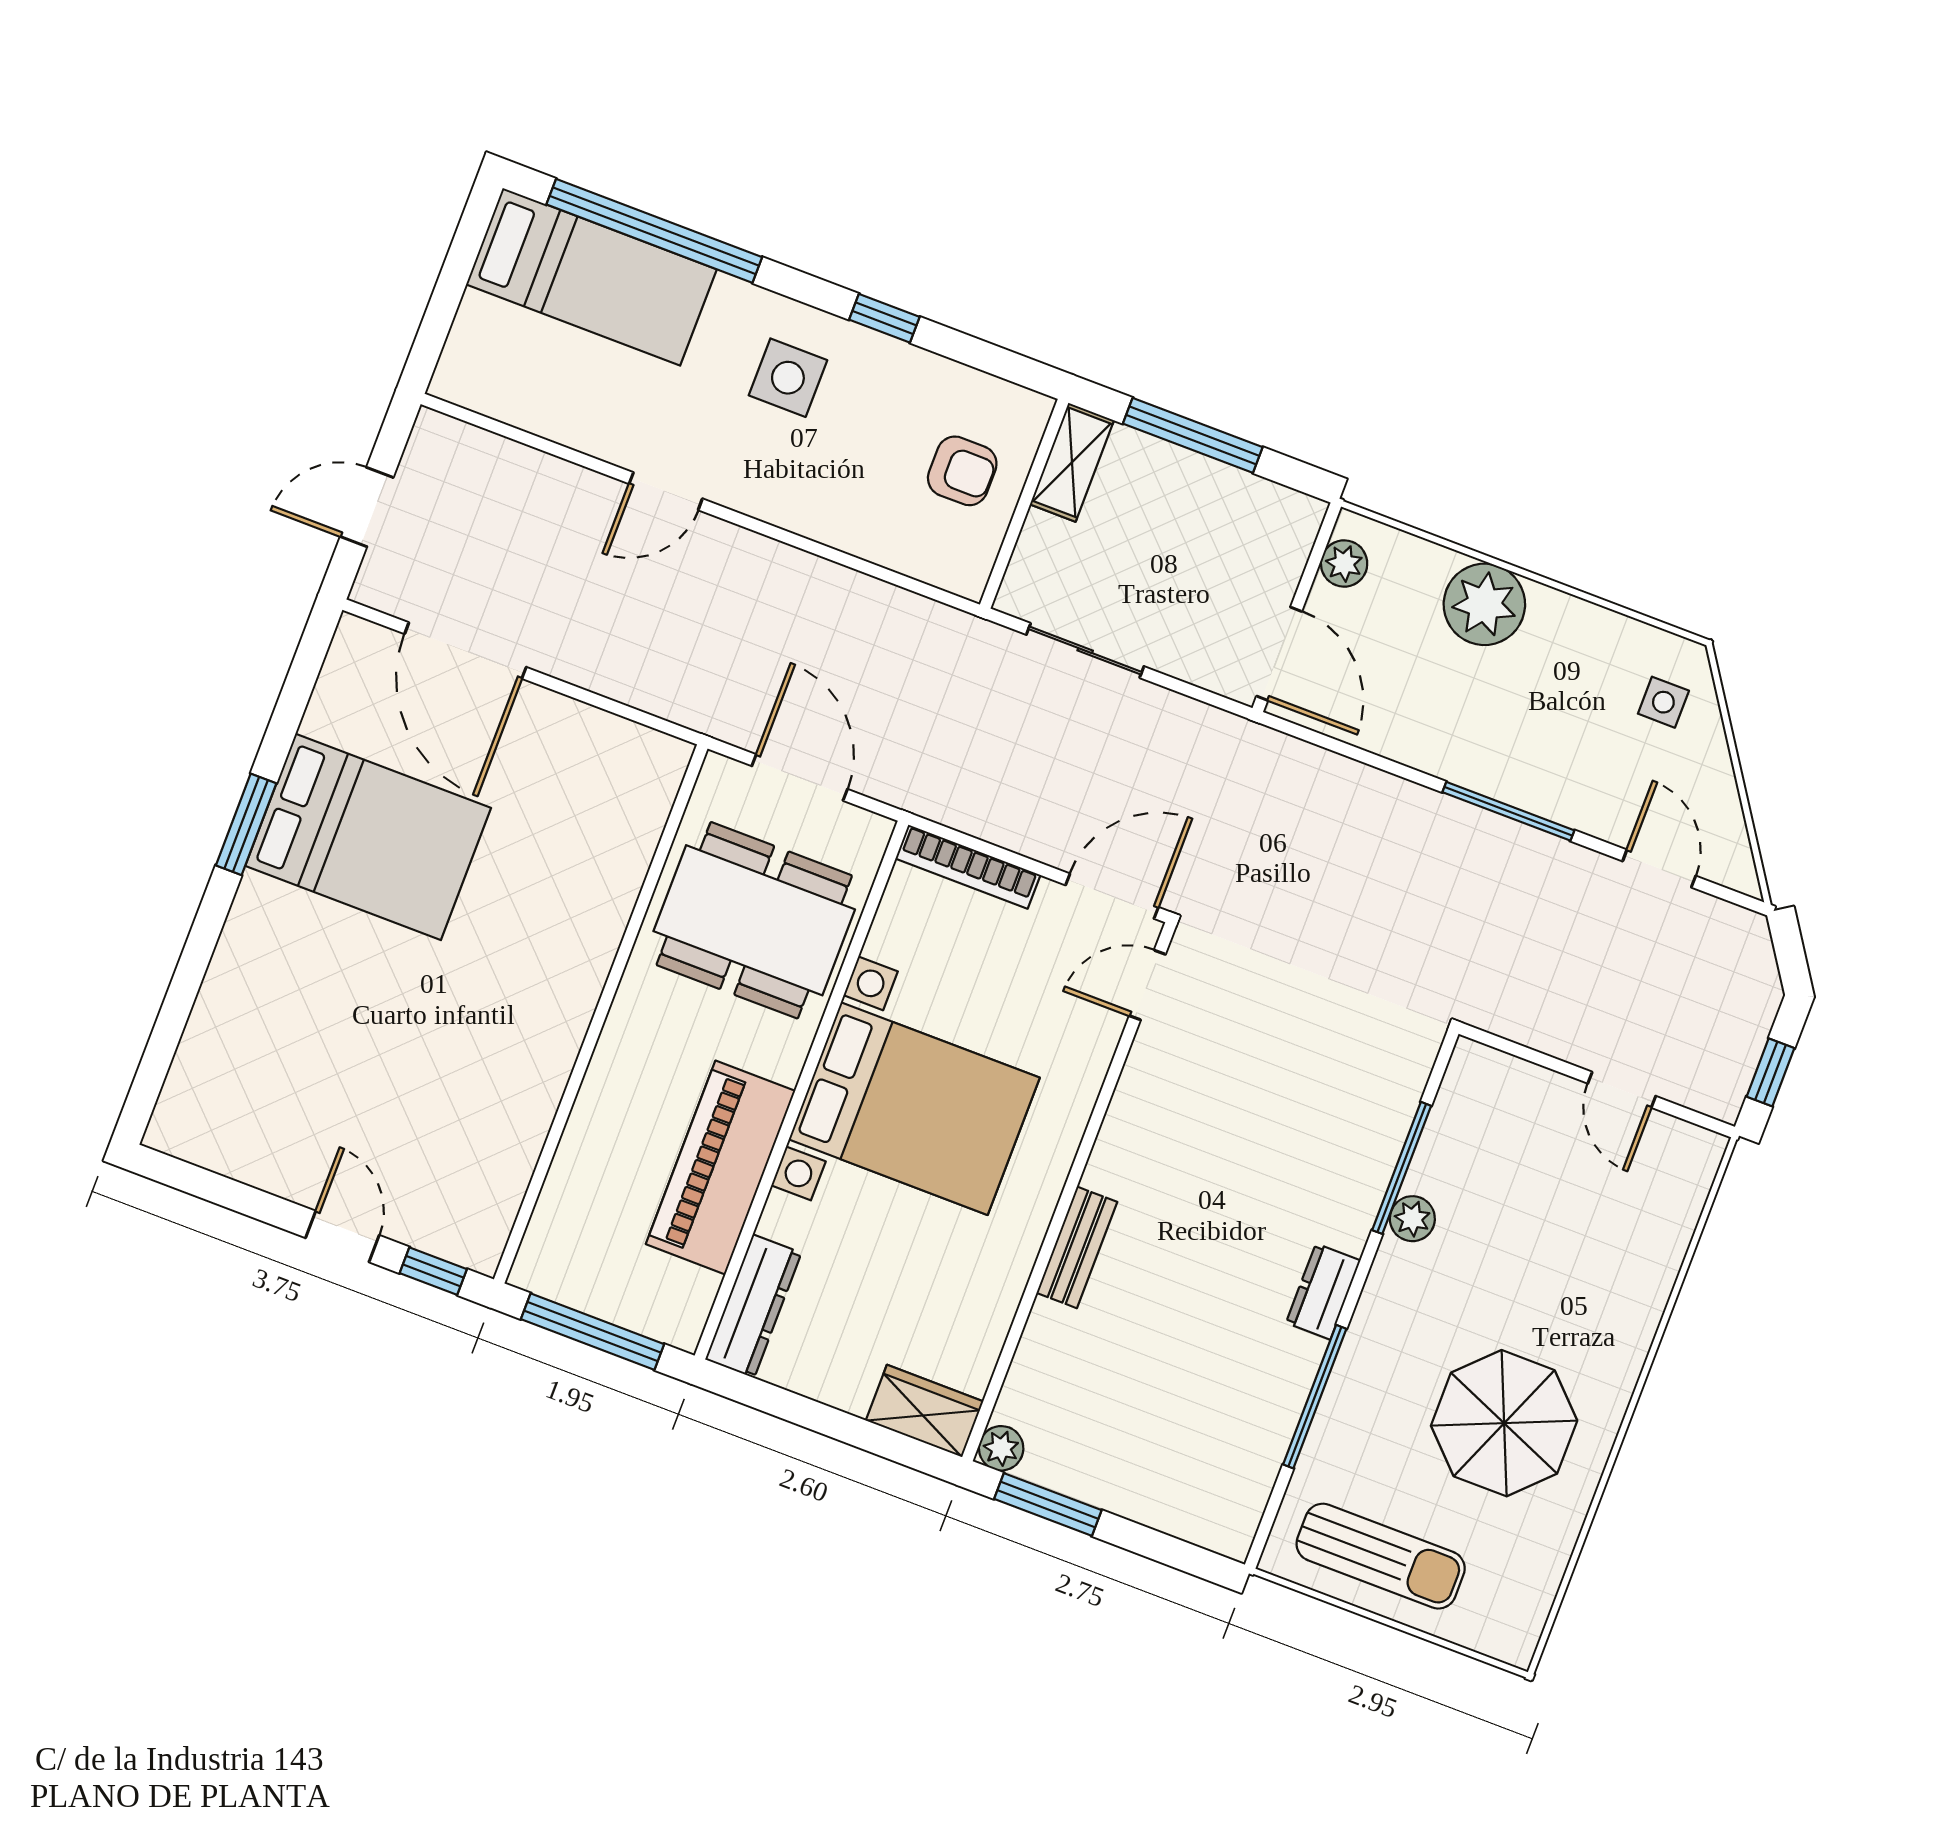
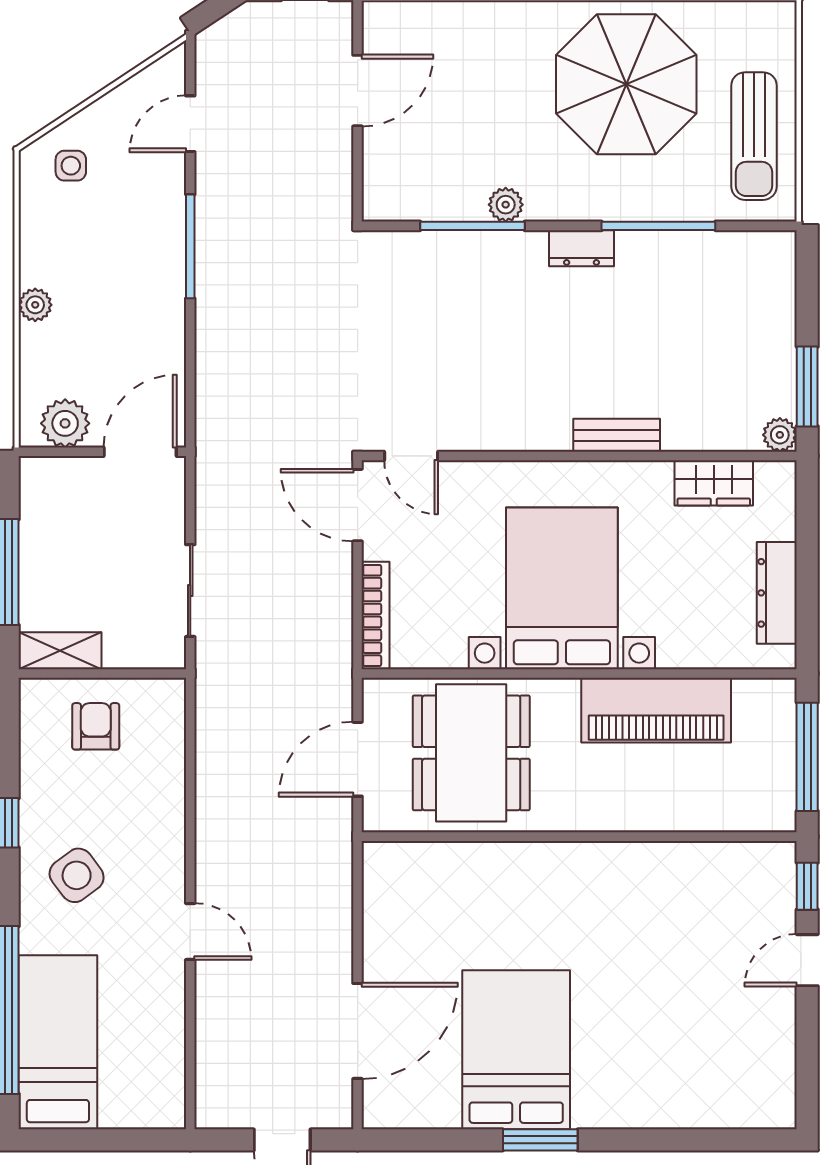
side table: (788, 378) -> (77, 875), turned -37
plant: (1344, 563) -> (65, 423), width x1.38, depth x1.38
plant: (1484, 604) -> (35, 305), width x0.53, depth x0.53
door: (1622, 1090) -> (358, 91), width x1.38
dresser: (753, 1306) -> (777, 593), moved, turned -90
wardrobe: (925, 1411) -> (714, 483), moved, turned -90
parasol: (1504, 1423) -> (626, 84), width x1.36, depth x1.36
sun lounger: (1381, 1556) -> (754, 136), turned 180

